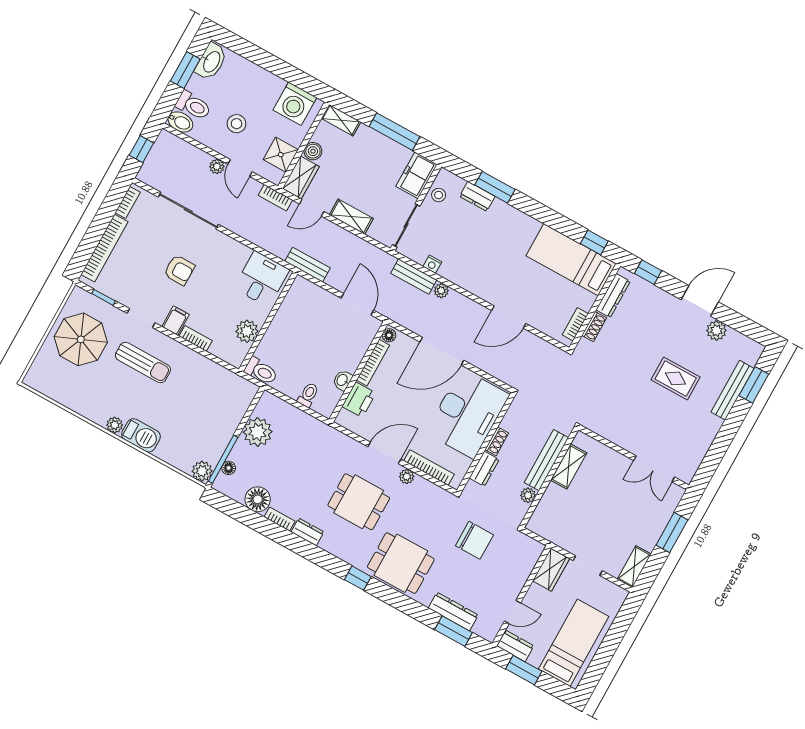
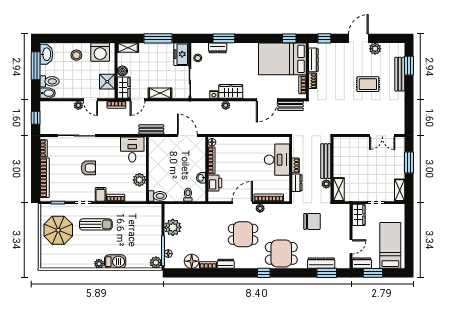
window: (185, 70) -> (36, 66), width x1.44
stool: (237, 124) -> (76, 55), moved
bed: (571, 260) -> (282, 59), width x1.50
wardrobe: (461, 274) -> (231, 91), added
bench: (414, 277) -> (291, 106), moved
door: (442, 351) -> (243, 136), removed
desk: (468, 414) -> (277, 160), width x0.73, depth x0.77
shelving: (569, 466) -> (339, 189), moved

